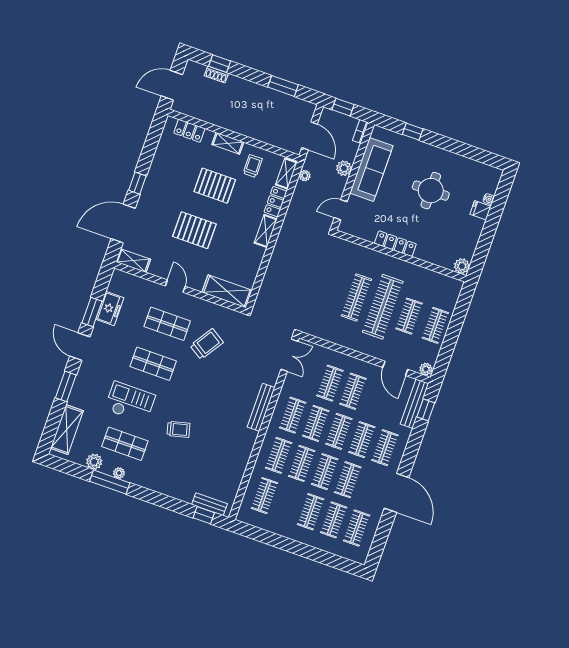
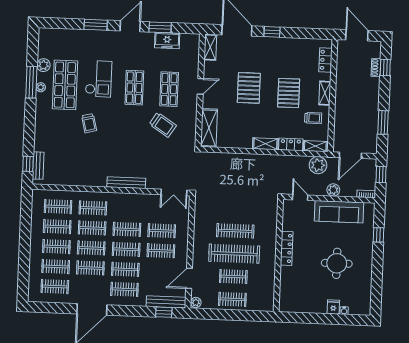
plant: (305, 176) -> (318, 165), width x1.87, depth x1.87
plant: (462, 266) -> (285, 306), removed
clothes rail: (293, 415) -> (57, 227), moved
shelving: (67, 430) -> (62, 36), removed
shop shelf: (125, 444) -> (65, 85), width x1.43, depth x1.36

